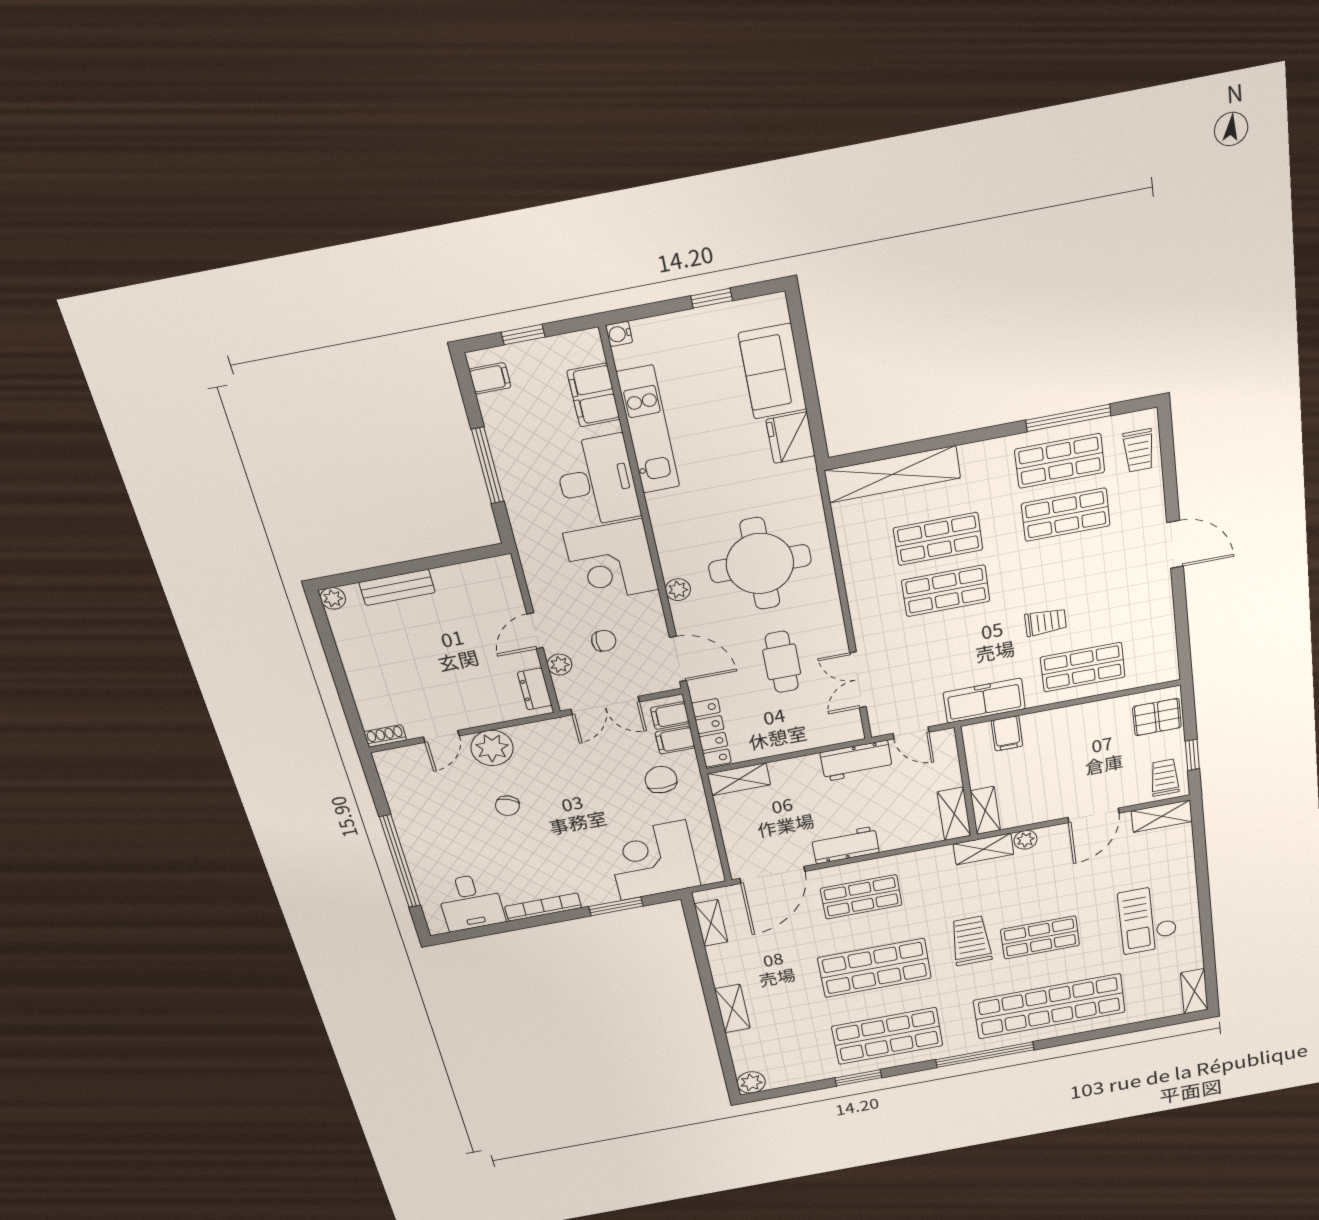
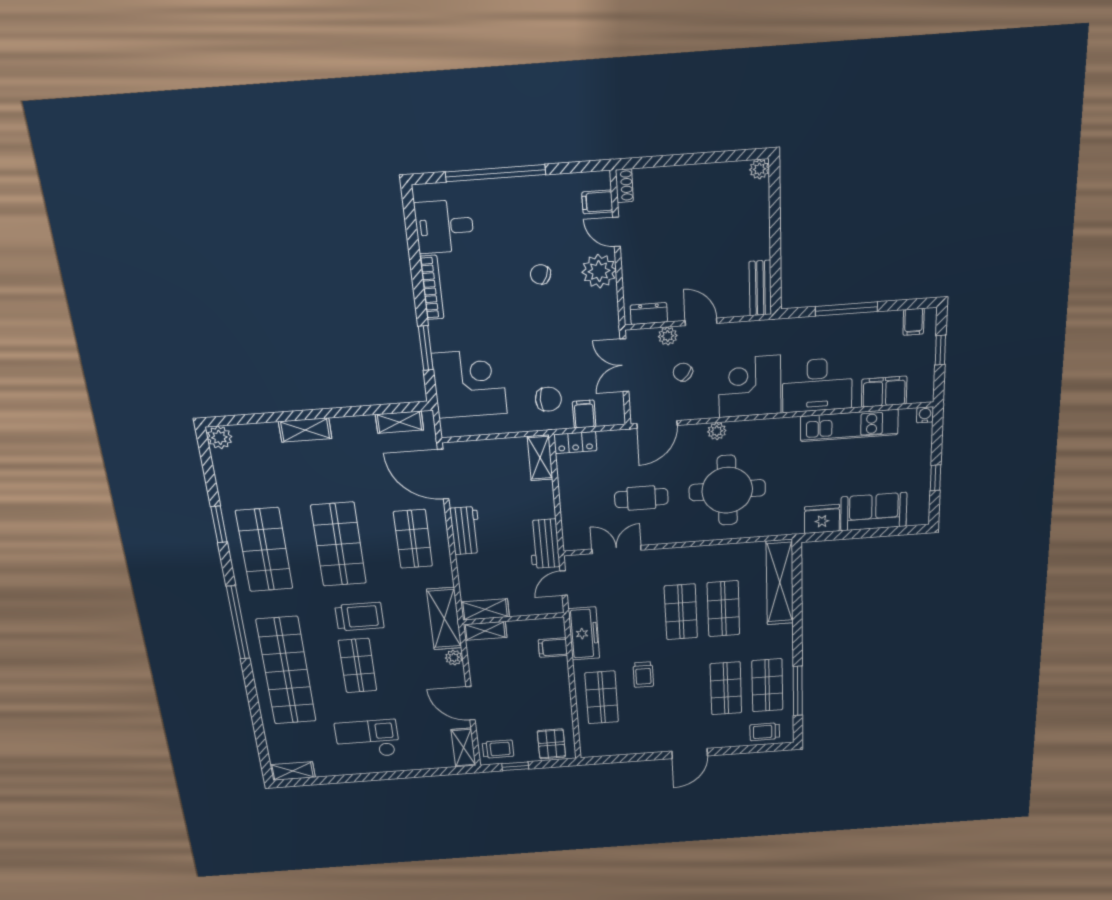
bench: (397, 587) -> (760, 288), moved
chair: (604, 641) -> (683, 372), turned 128
filing cabinet: (670, 716) -> (597, 202), moved, turned -90
locker: (711, 733) -> (575, 443), width x0.66
shelving: (983, 849) -> (444, 619), width x1.50, depth x1.33

